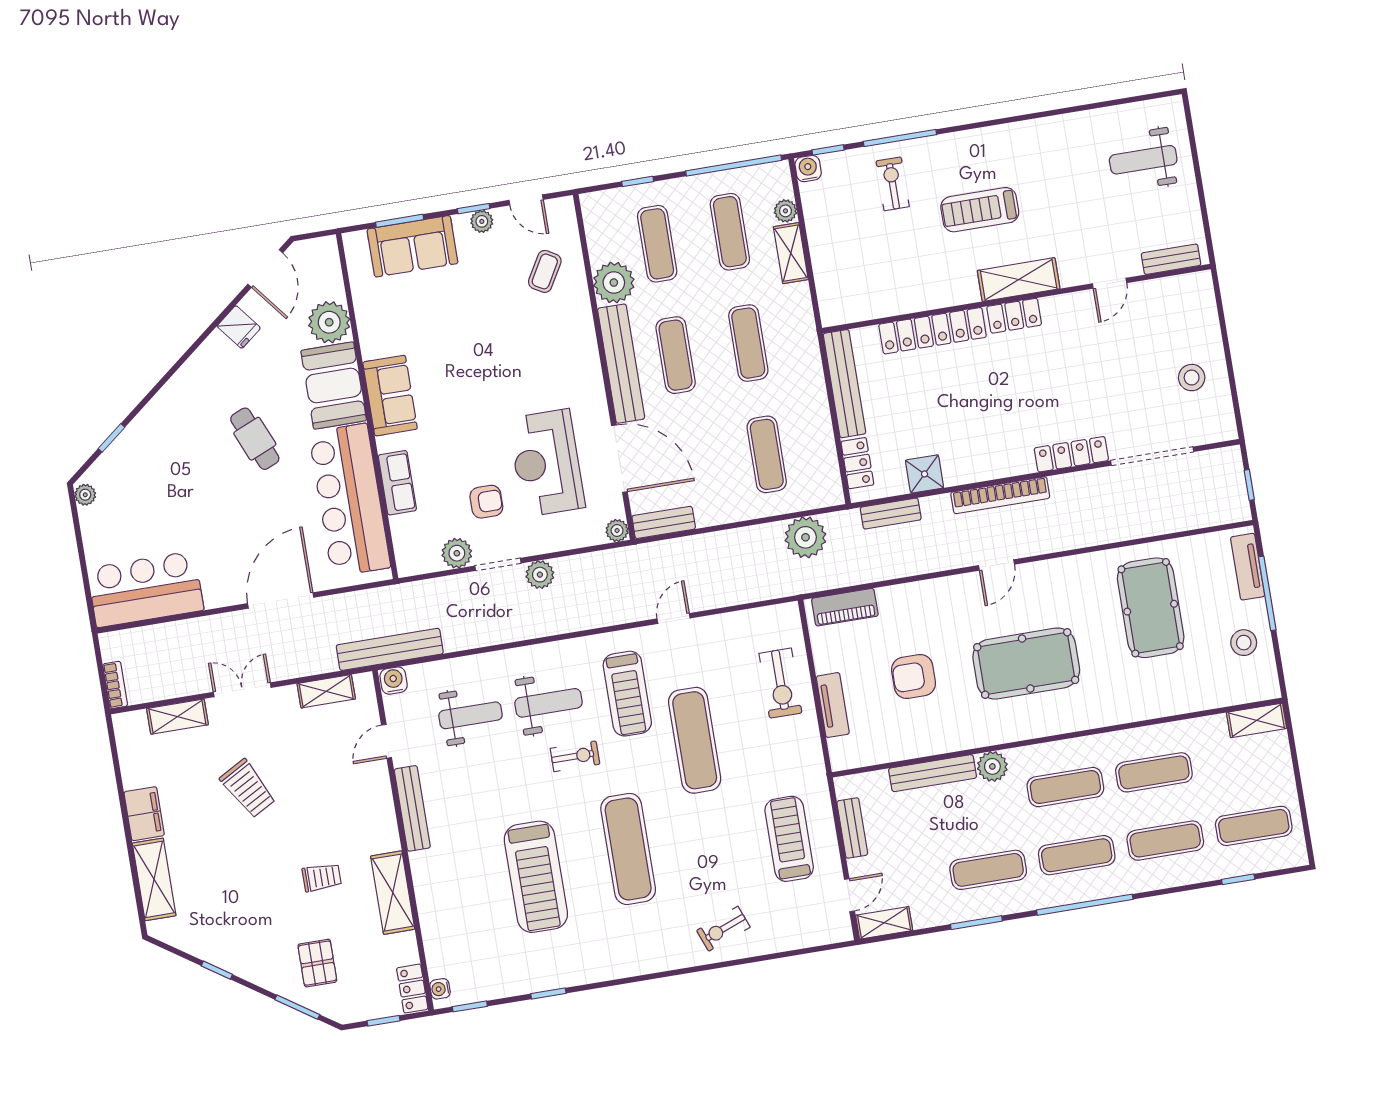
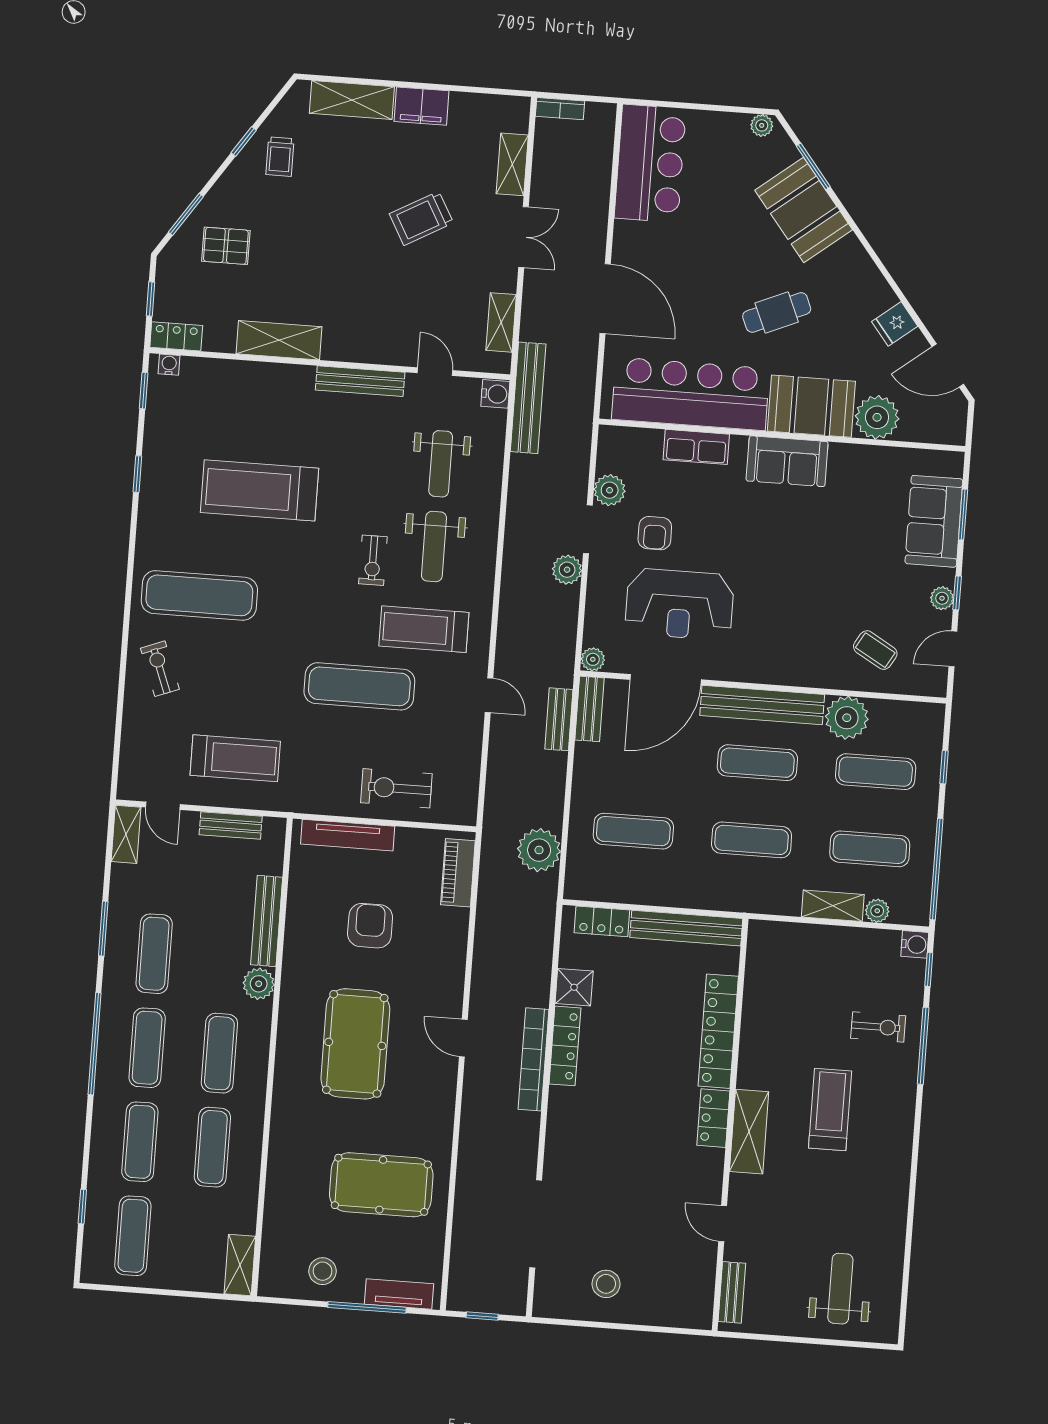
booth: (154, 437) -> (804, 210), added
window: (112, 438) -> (813, 166), width x1.50
locker: (1071, 454) -> (565, 1046), moved
reception desk: (546, 463) -> (679, 604), turned 180
bench: (891, 514) -> (559, 719), moved
tv unit: (833, 705) -> (348, 835), width x1.41
exercise mat: (628, 849) -> (199, 595), moved
trolley: (322, 877) -> (280, 157), moved

